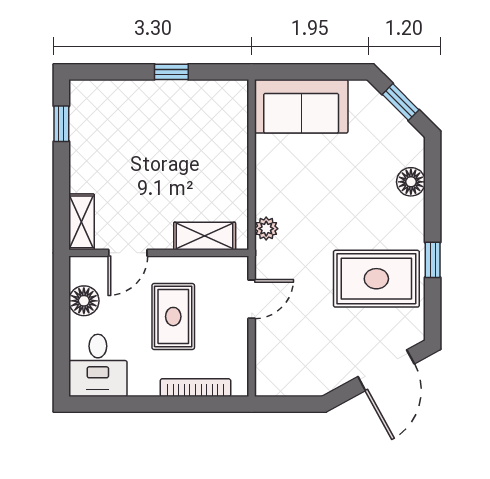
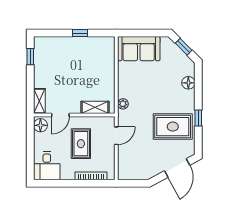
floor lamp: (84, 301) -> (40, 125), moved

